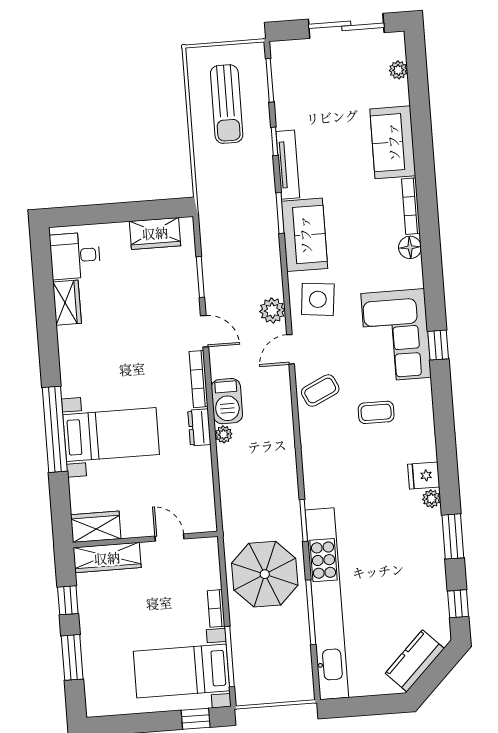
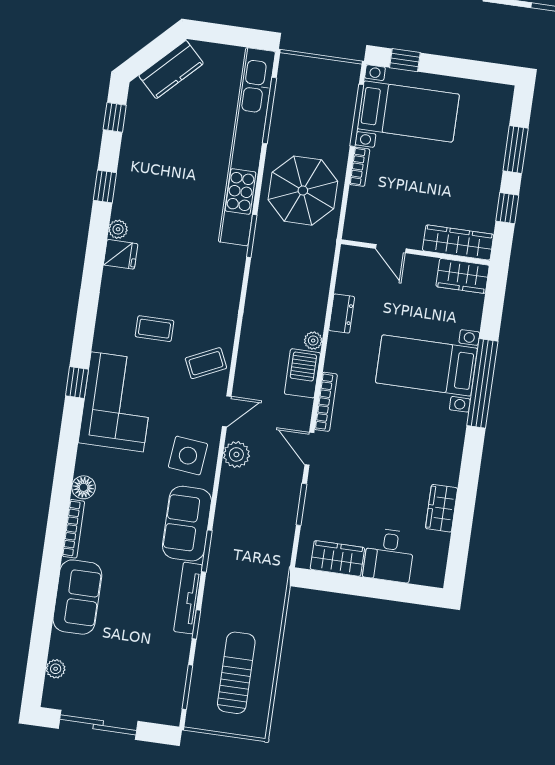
desk: (75, 256) -> (389, 555), moved, turned 90
dresser: (199, 427) -> (342, 314), moved
window: (453, 536) -> (105, 186), width x0.67
window: (311, 612) -> (270, 110), moved

